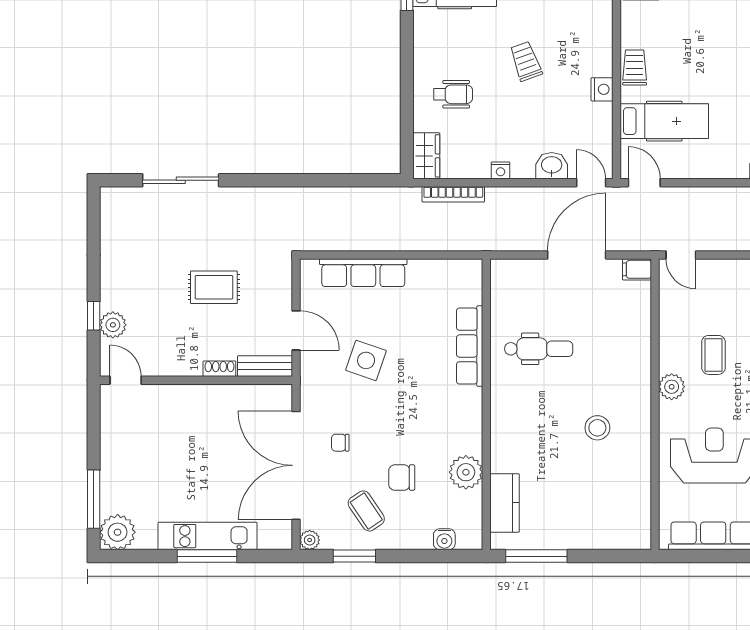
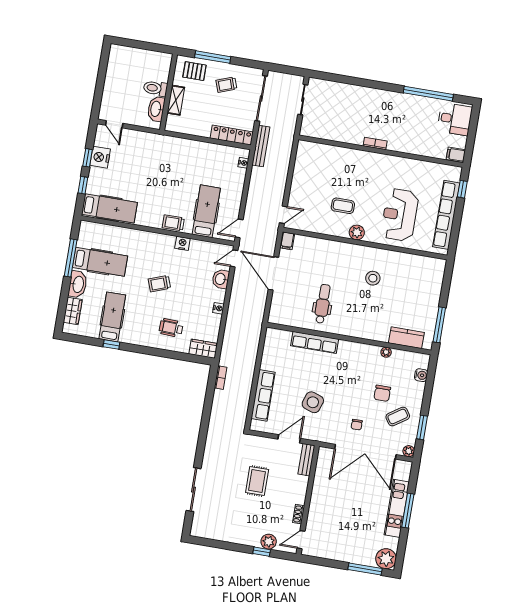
wheelchair: (453, 94) -> (171, 328), turned -88
bookcase: (453, 194) -> (221, 378), moved, width x0.64
shoe rack: (219, 369) -> (299, 514), moved
plant: (466, 472) -> (386, 352), width x0.53, depth x0.53

